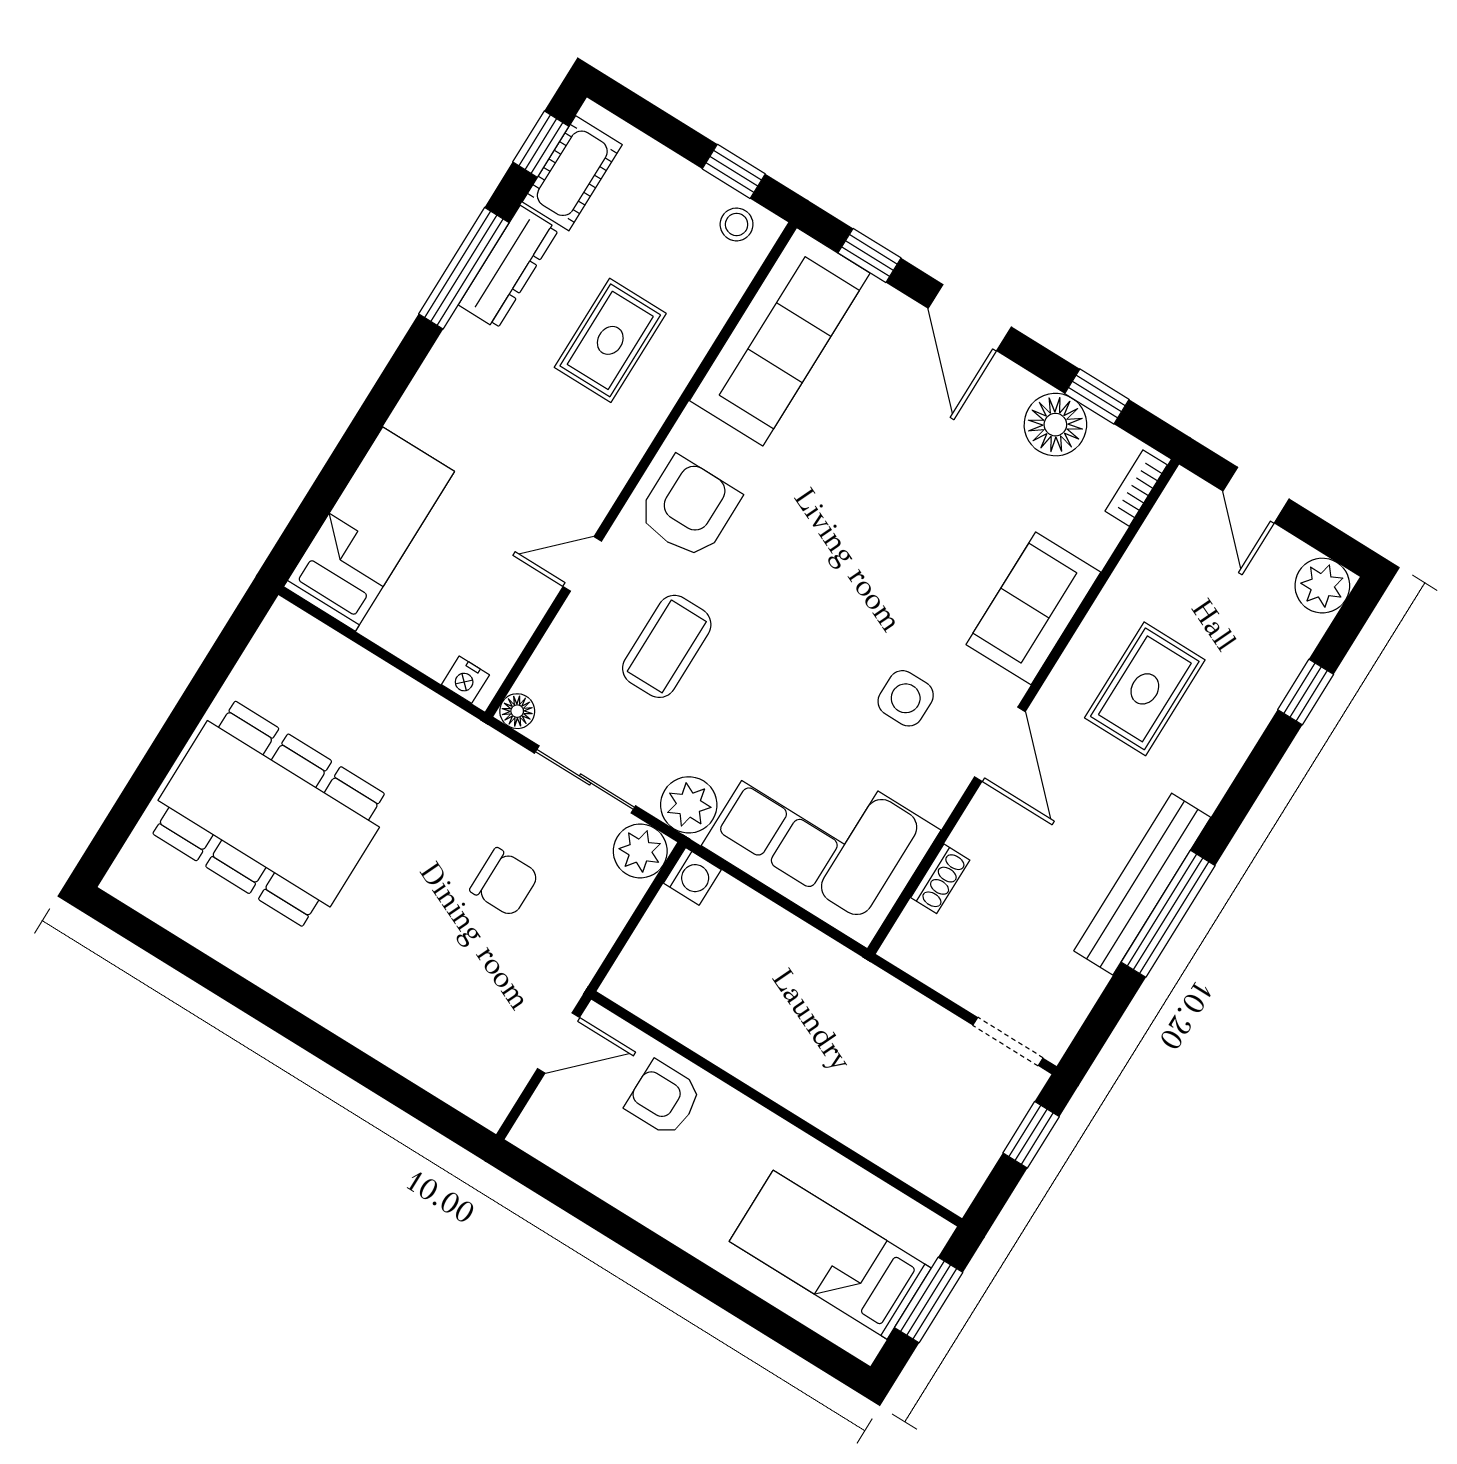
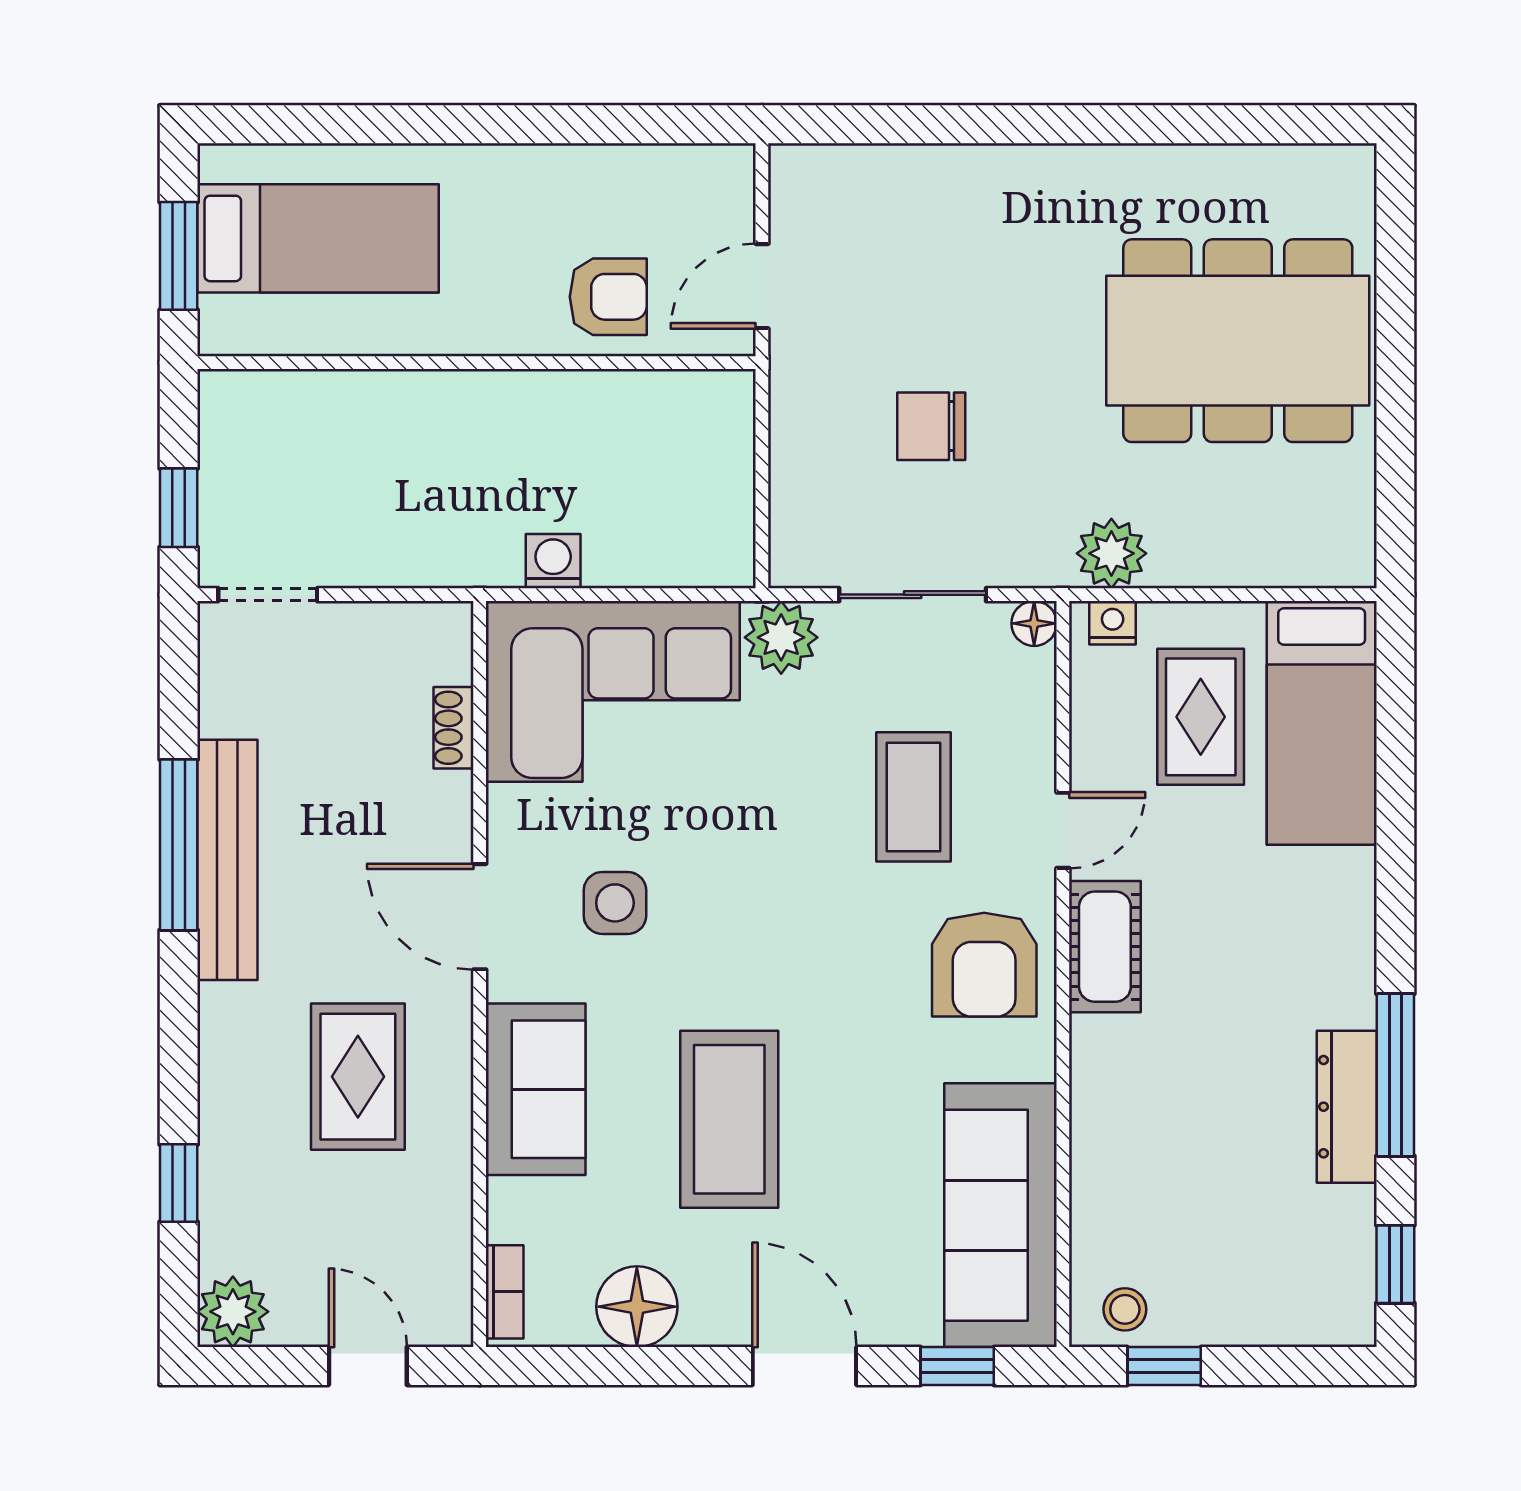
cot: (572, 173) -> (1105, 947), moved
rug: (610, 340) -> (1201, 717), moved
window: (1097, 396) -> (611, 1366), removed
coffee table: (919, 510) -> (729, 1119), added
plant: (640, 851) -> (1111, 553), moved
washing machine: (692, 876) -> (553, 561), moved, turned 90

